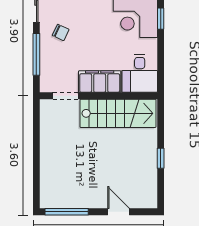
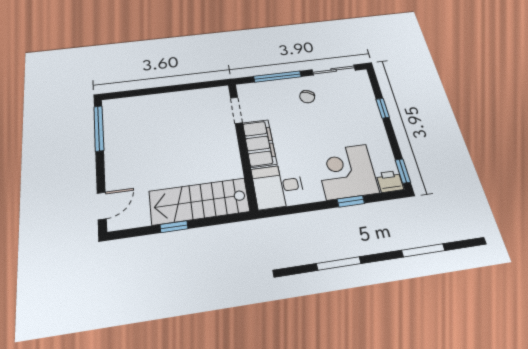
stairs: (118, 113) -> (199, 201), moved, turned 90
door: (118, 212) -> (102, 206), moved

